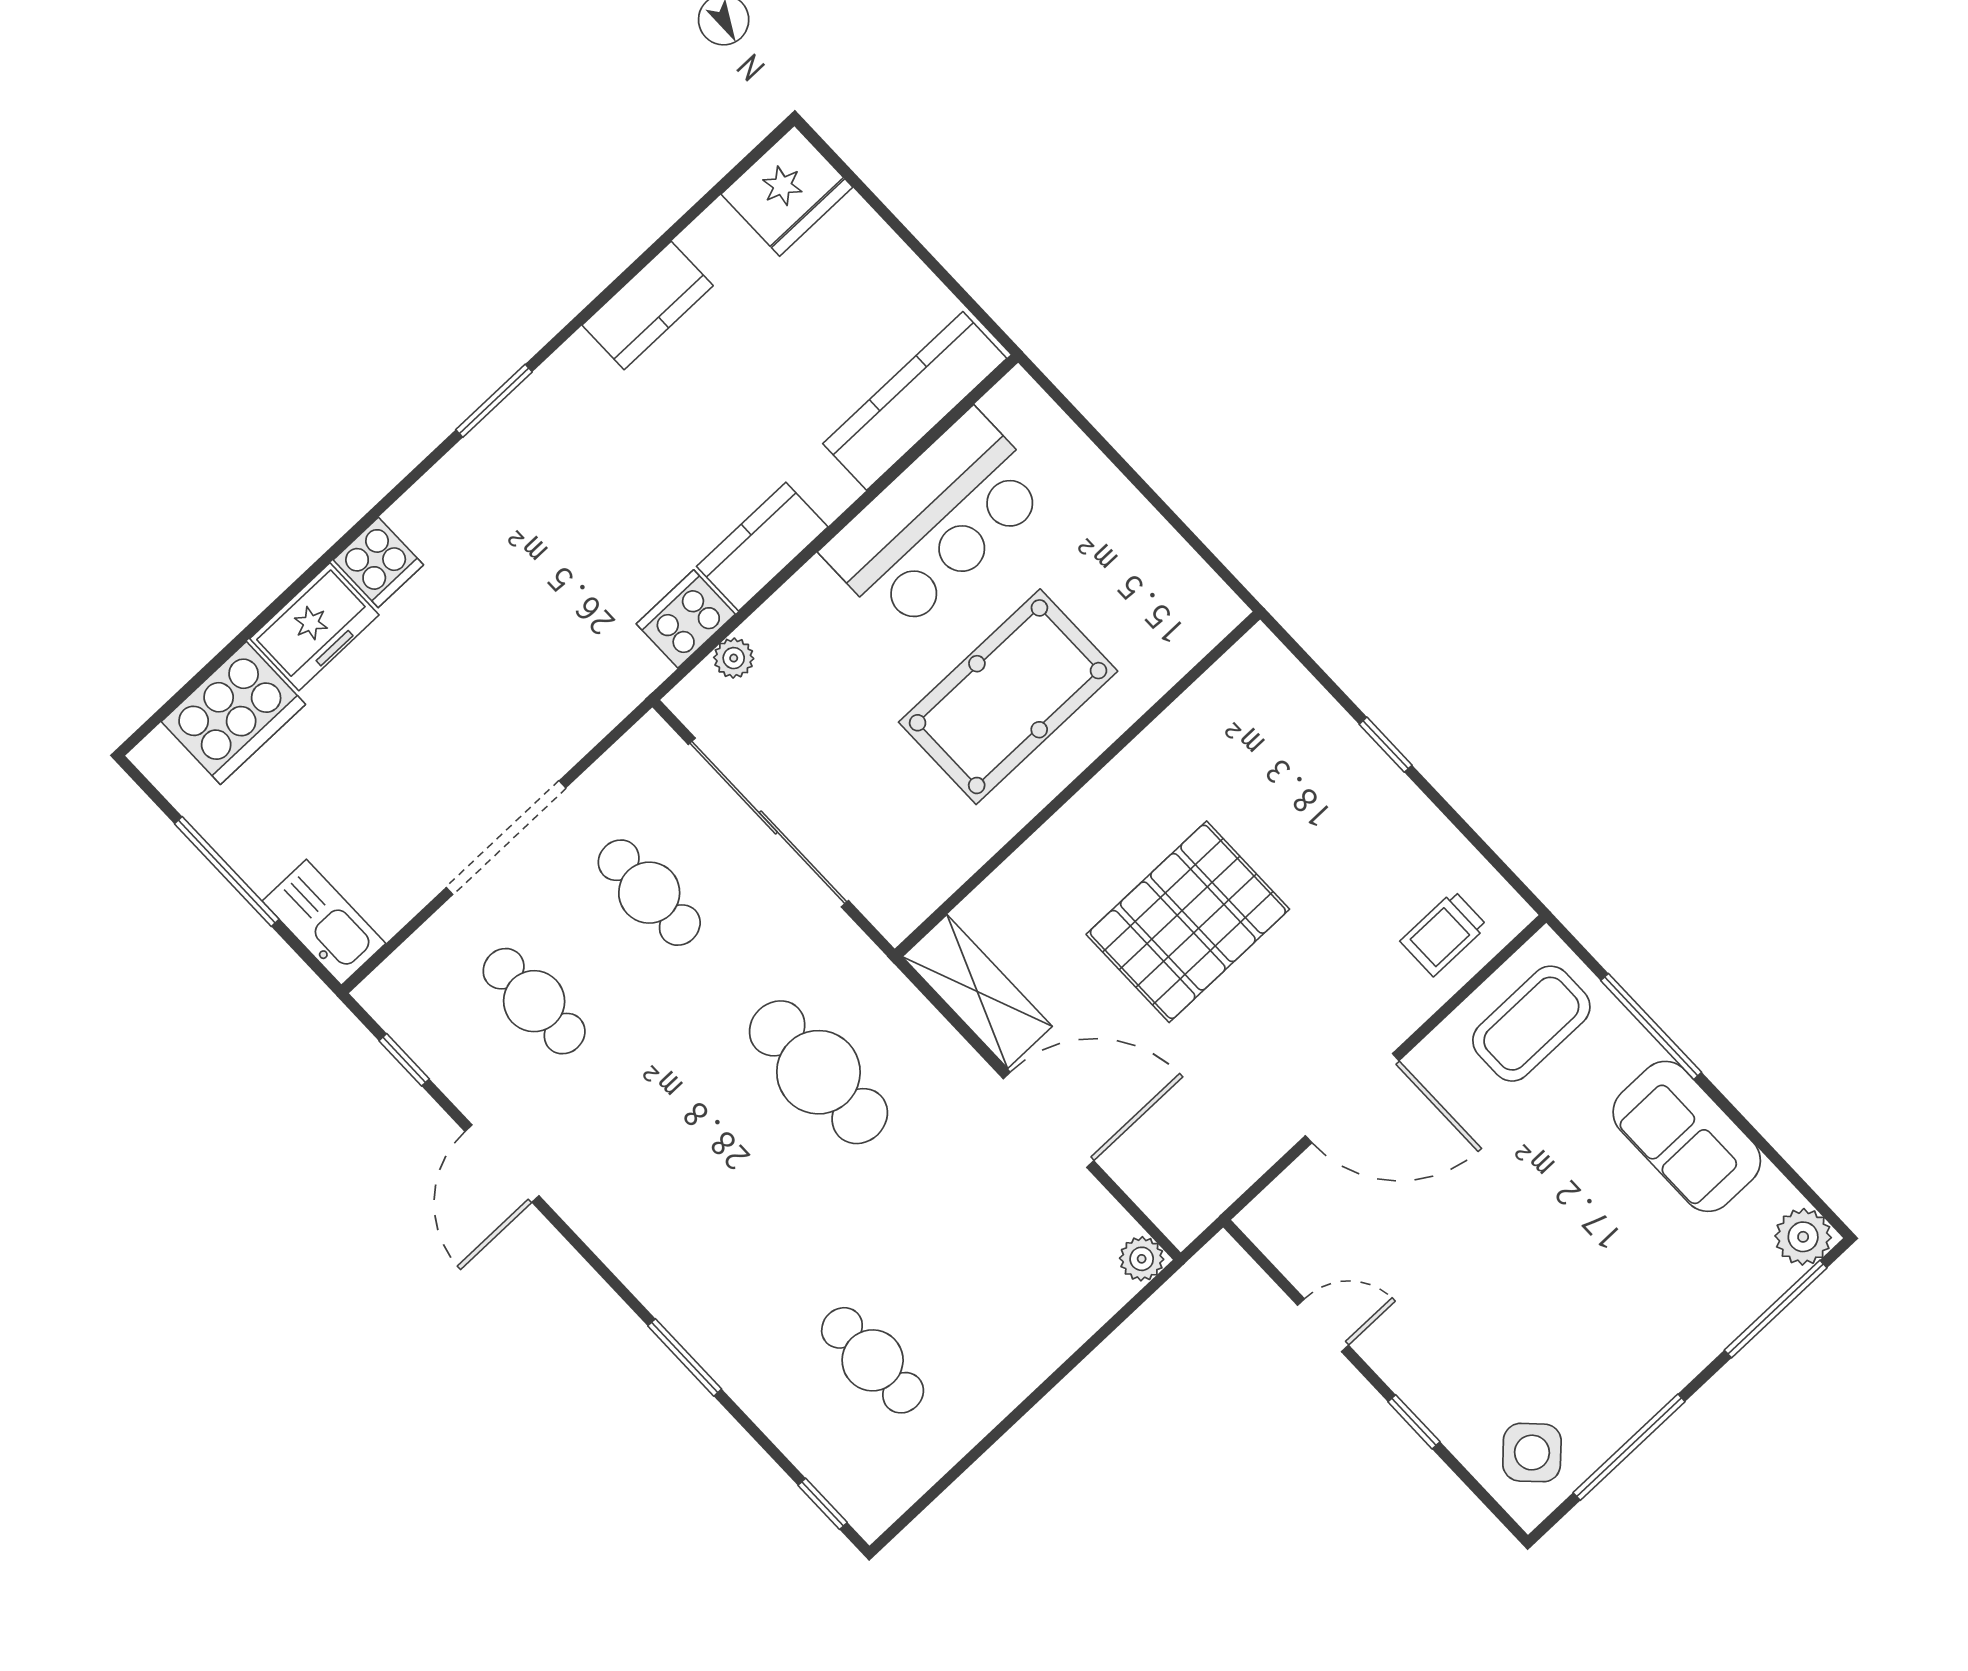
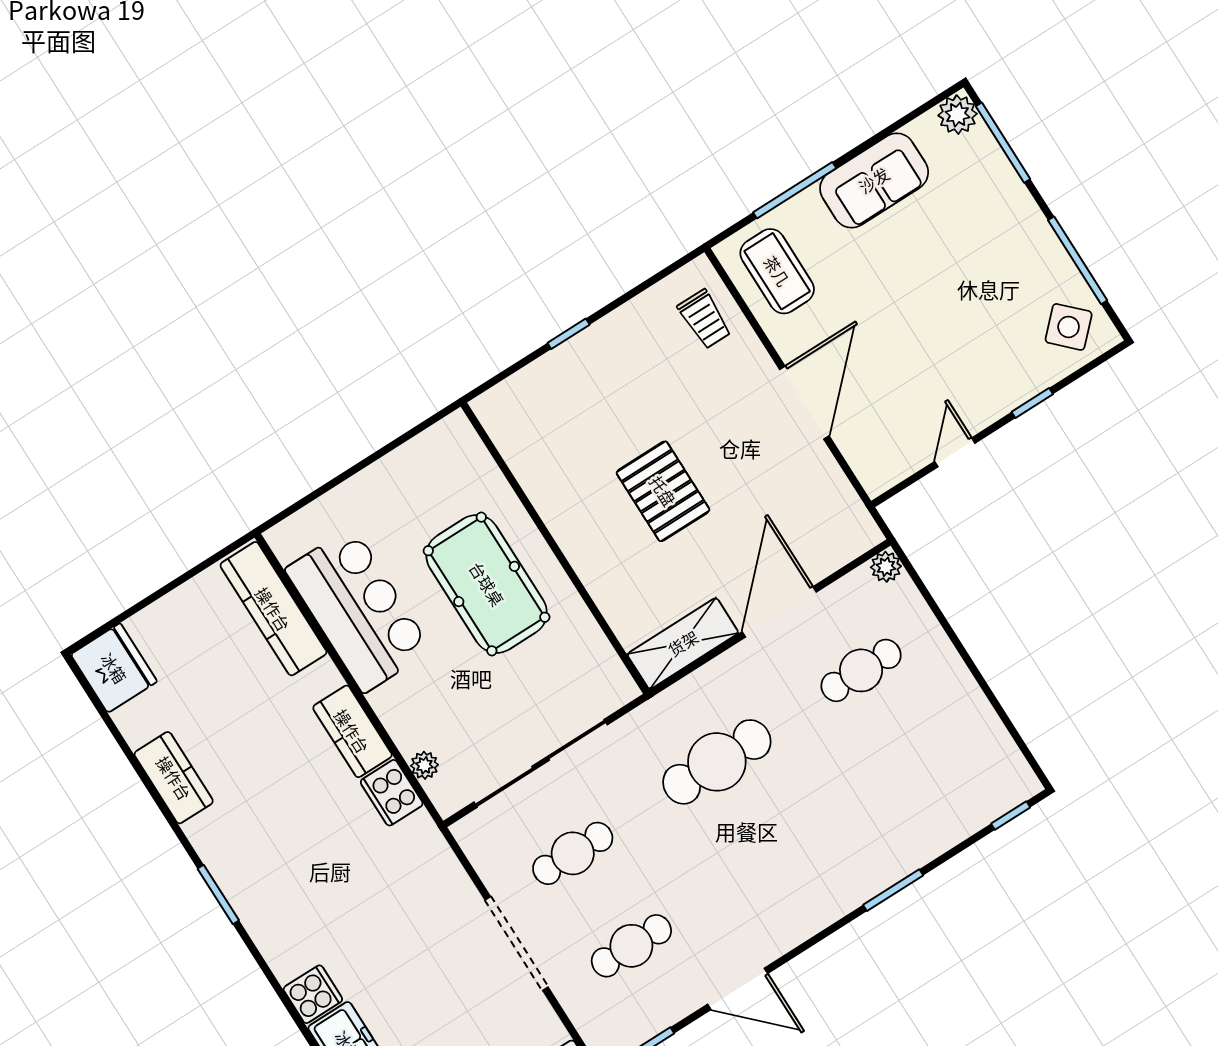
pallet: (1188, 922) -> (663, 491), width x0.73, depth x0.71
cafe table: (873, 1360) -> (861, 670), moved

